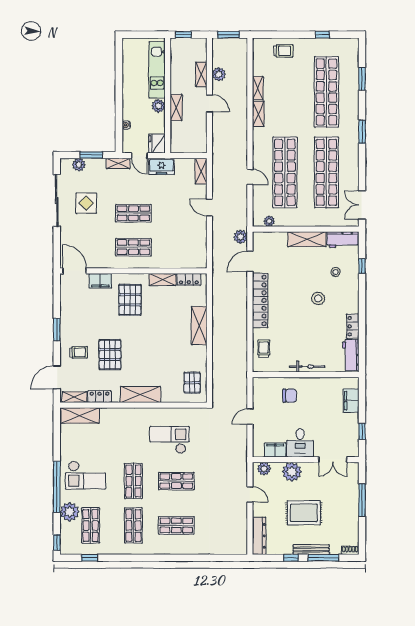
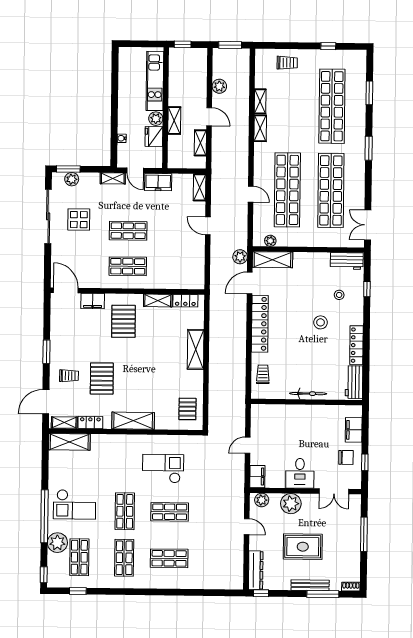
shelving: (201, 74) -> (200, 143), moved
fridge: (157, 144) -> (154, 137), moved
window: (91, 155) -> (68, 169), moved
shelving: (307, 239) -> (272, 260), moved
locker: (353, 326) -> (356, 345), width x1.53
chair: (290, 396) -> (346, 457), moved
filing cabinet: (275, 450) -> (257, 477), moved, turned 90
window: (291, 558) -> (261, 593), moved

